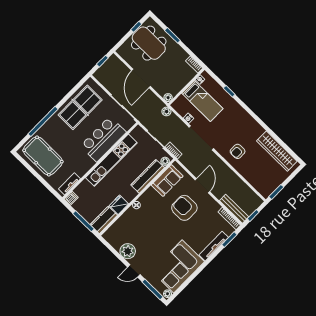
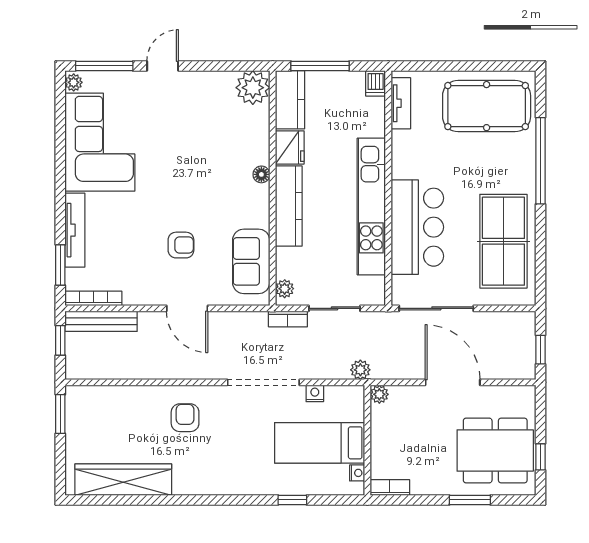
kitchen counter: (148, 176) -> (289, 206), moved
armchair: (184, 208) -> (181, 245), width x0.53, depth x0.53
plant: (128, 251) -> (253, 88), moved

